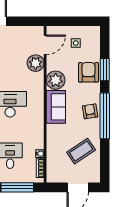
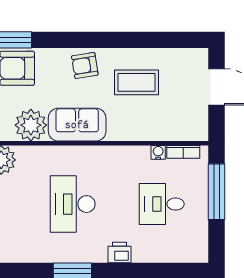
window: (105, 116) -> (93, 40), removed
coffee table: (81, 151) -> (136, 82), moved, turned -56

